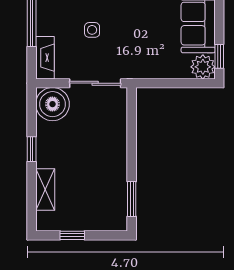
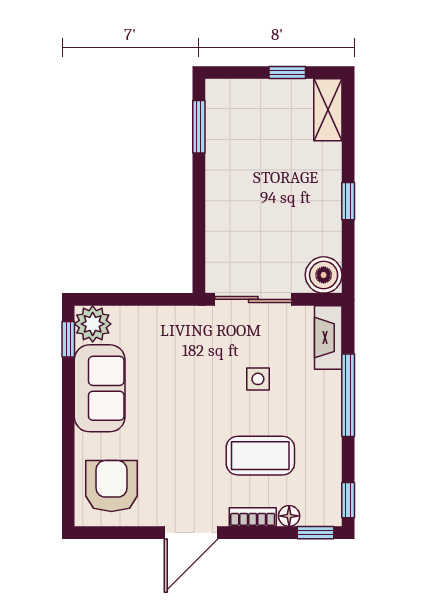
boiler: (52, 104) -> (324, 275), width x0.73, depth x0.73
shelving: (45, 189) -> (328, 110), moved

